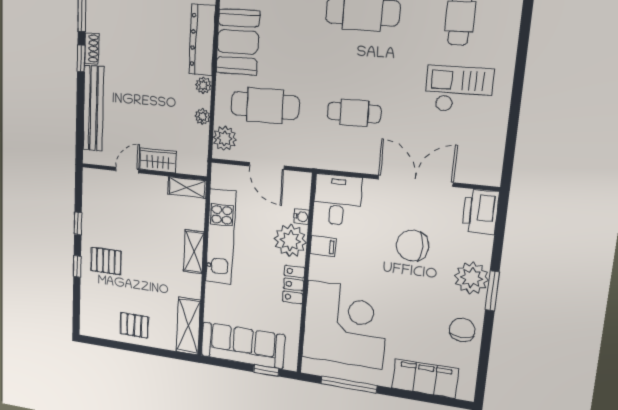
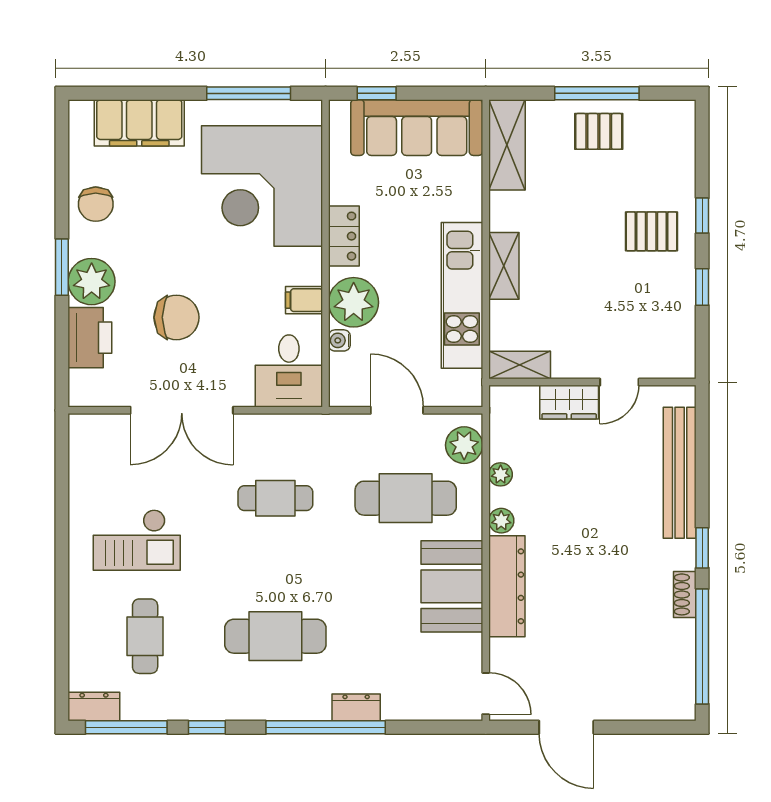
shoe rack: (92, 48) -> (685, 594), moved
printer: (481, 212) -> (90, 338), moved
window: (135, 348) -> (597, 93), added

